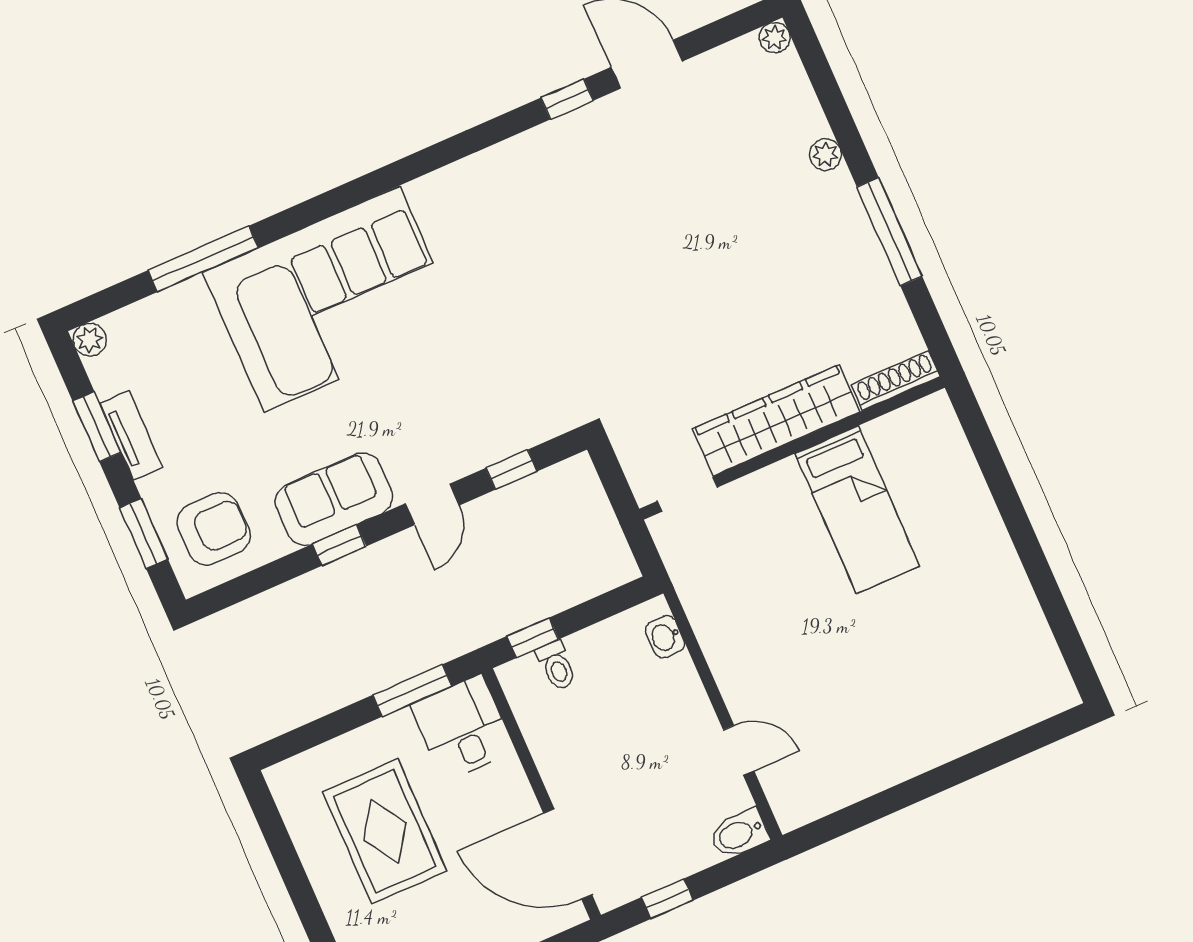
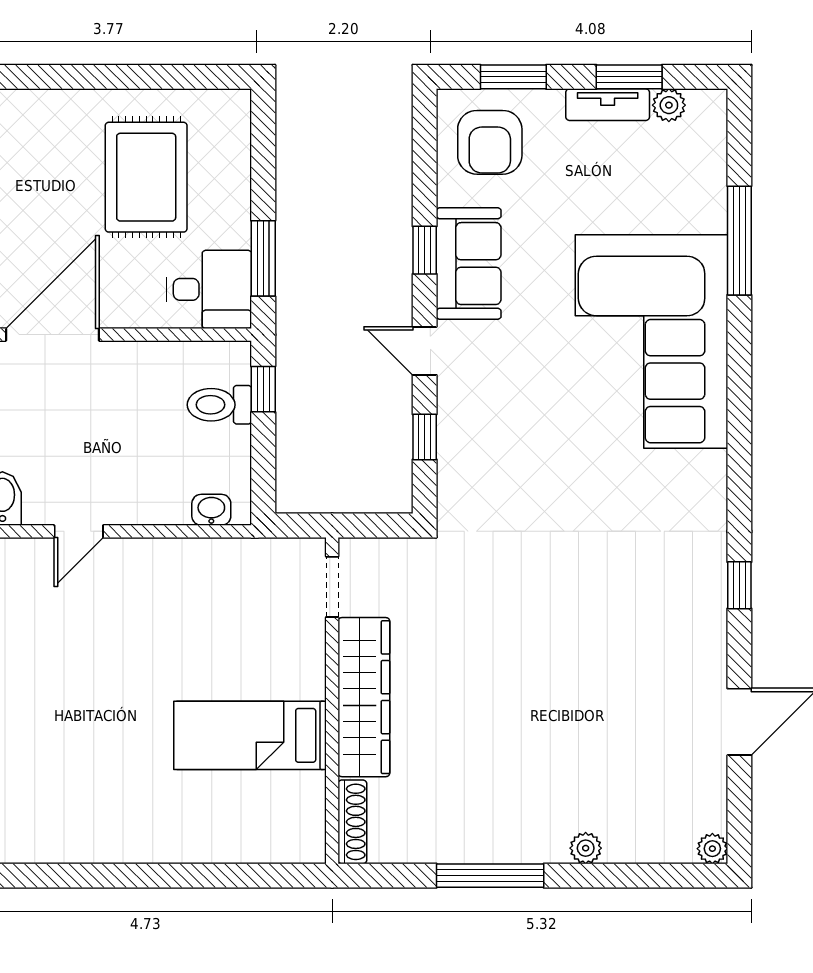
window: (567, 99) -> (739, 585), moved
plant: (90, 340) -> (669, 105), moved
toilet: (556, 666) -> (219, 405), width x1.37, depth x1.39
rug: (385, 831) -> (146, 177), turned 90

